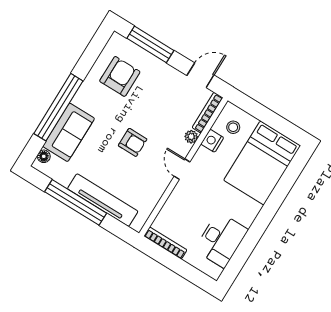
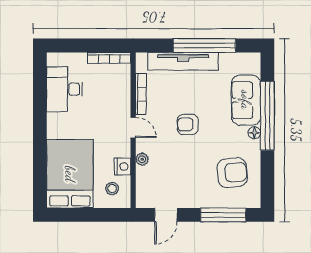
armchair: (120, 76) -> (232, 173), turned -96
bookcase: (208, 113) -> (141, 94), moved
floor lamp: (44, 156) -> (254, 133), moved

